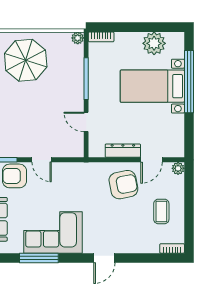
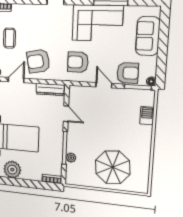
plant: (78, 38) -> (71, 158), moved
dresser: (123, 151) -> (50, 89), moved
armchair: (74, 186) -> (78, 62), added

